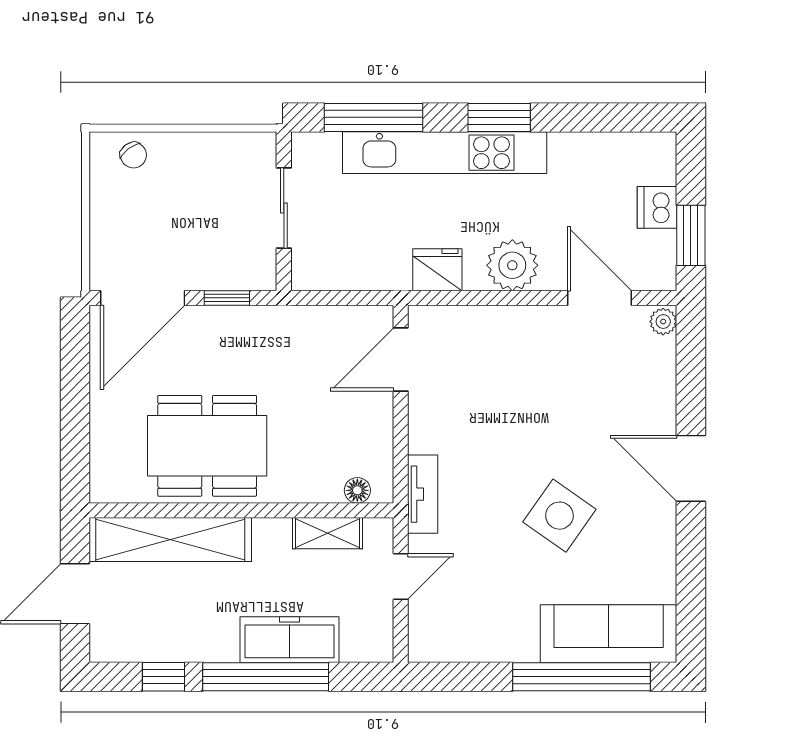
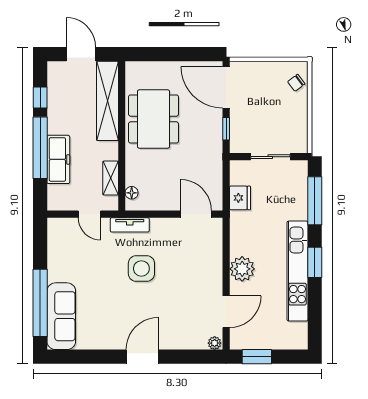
kitchen unit: (445, 153) -> (297, 271), moved
dishwasher: (657, 207) -> (271, 340), removed
fridge: (437, 270) -> (240, 198), moved
side table: (559, 516) -> (141, 268), moved, turned -35

